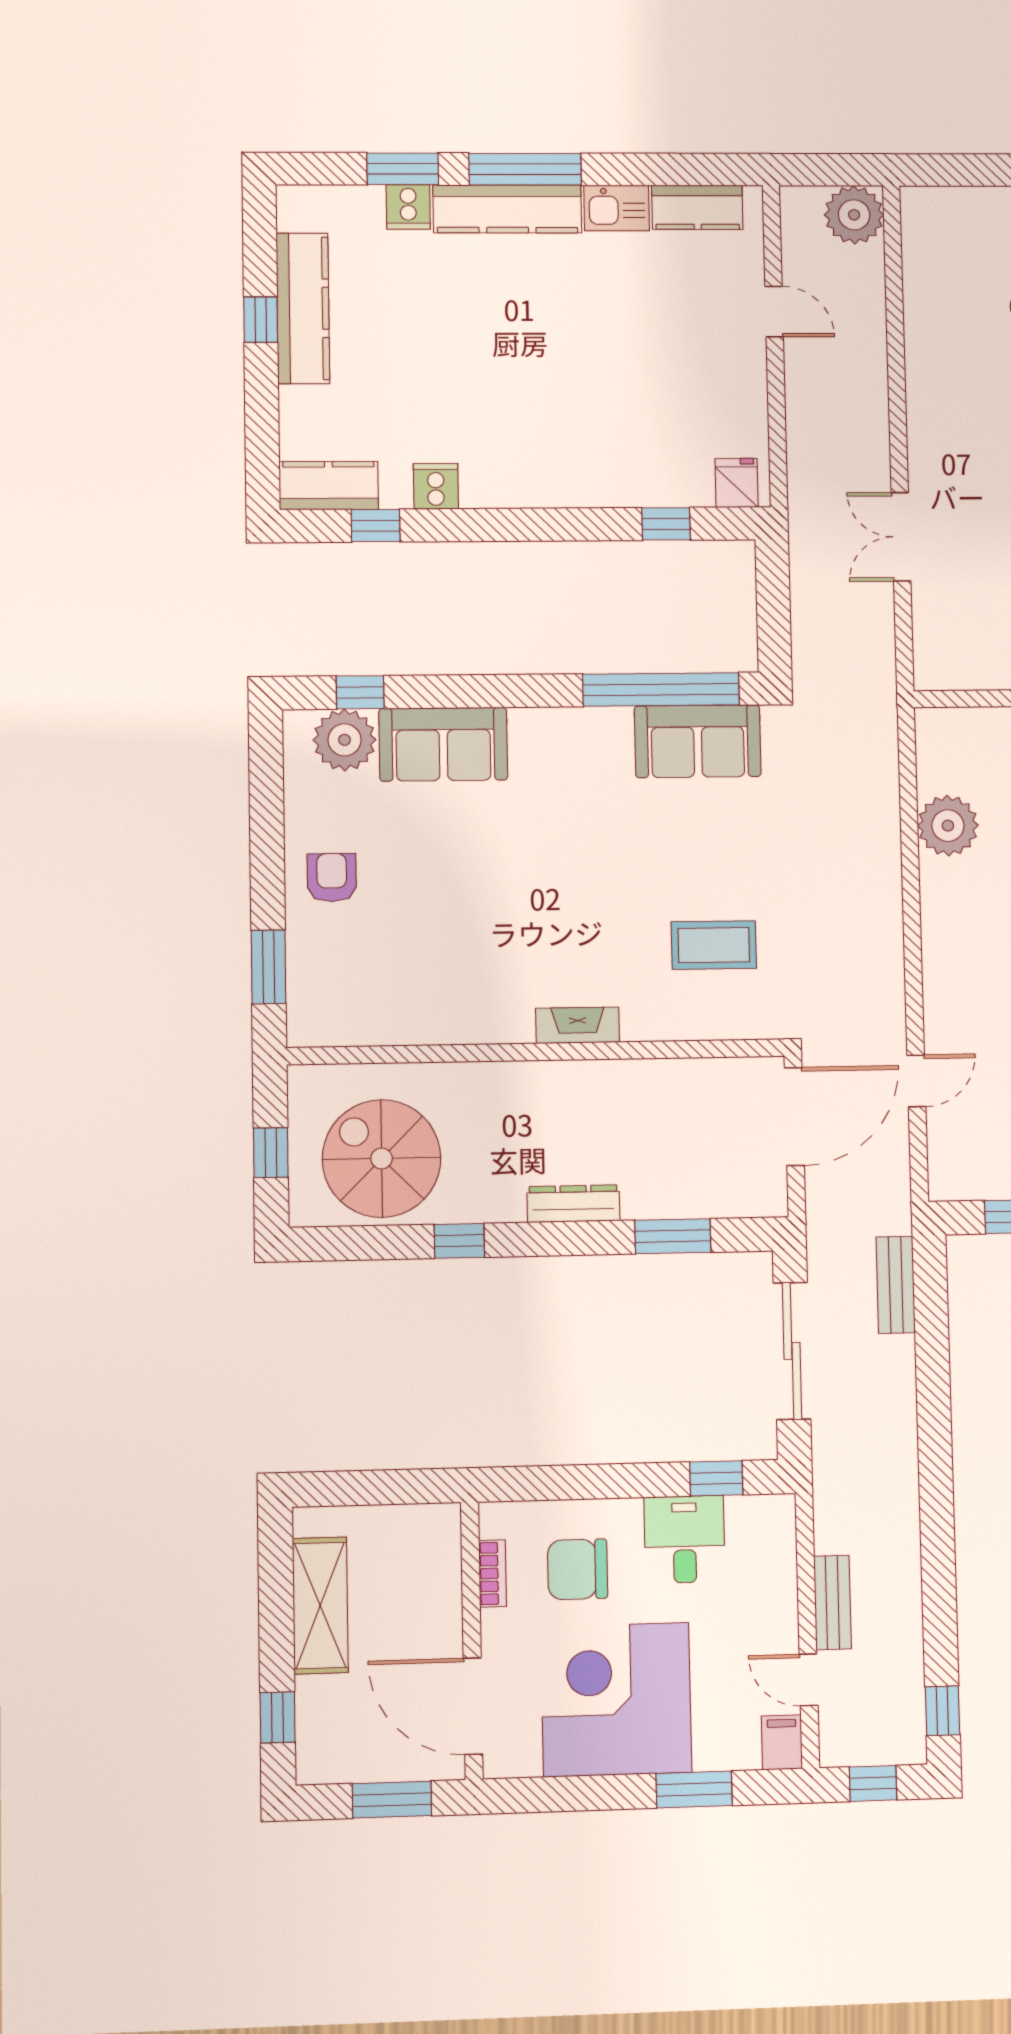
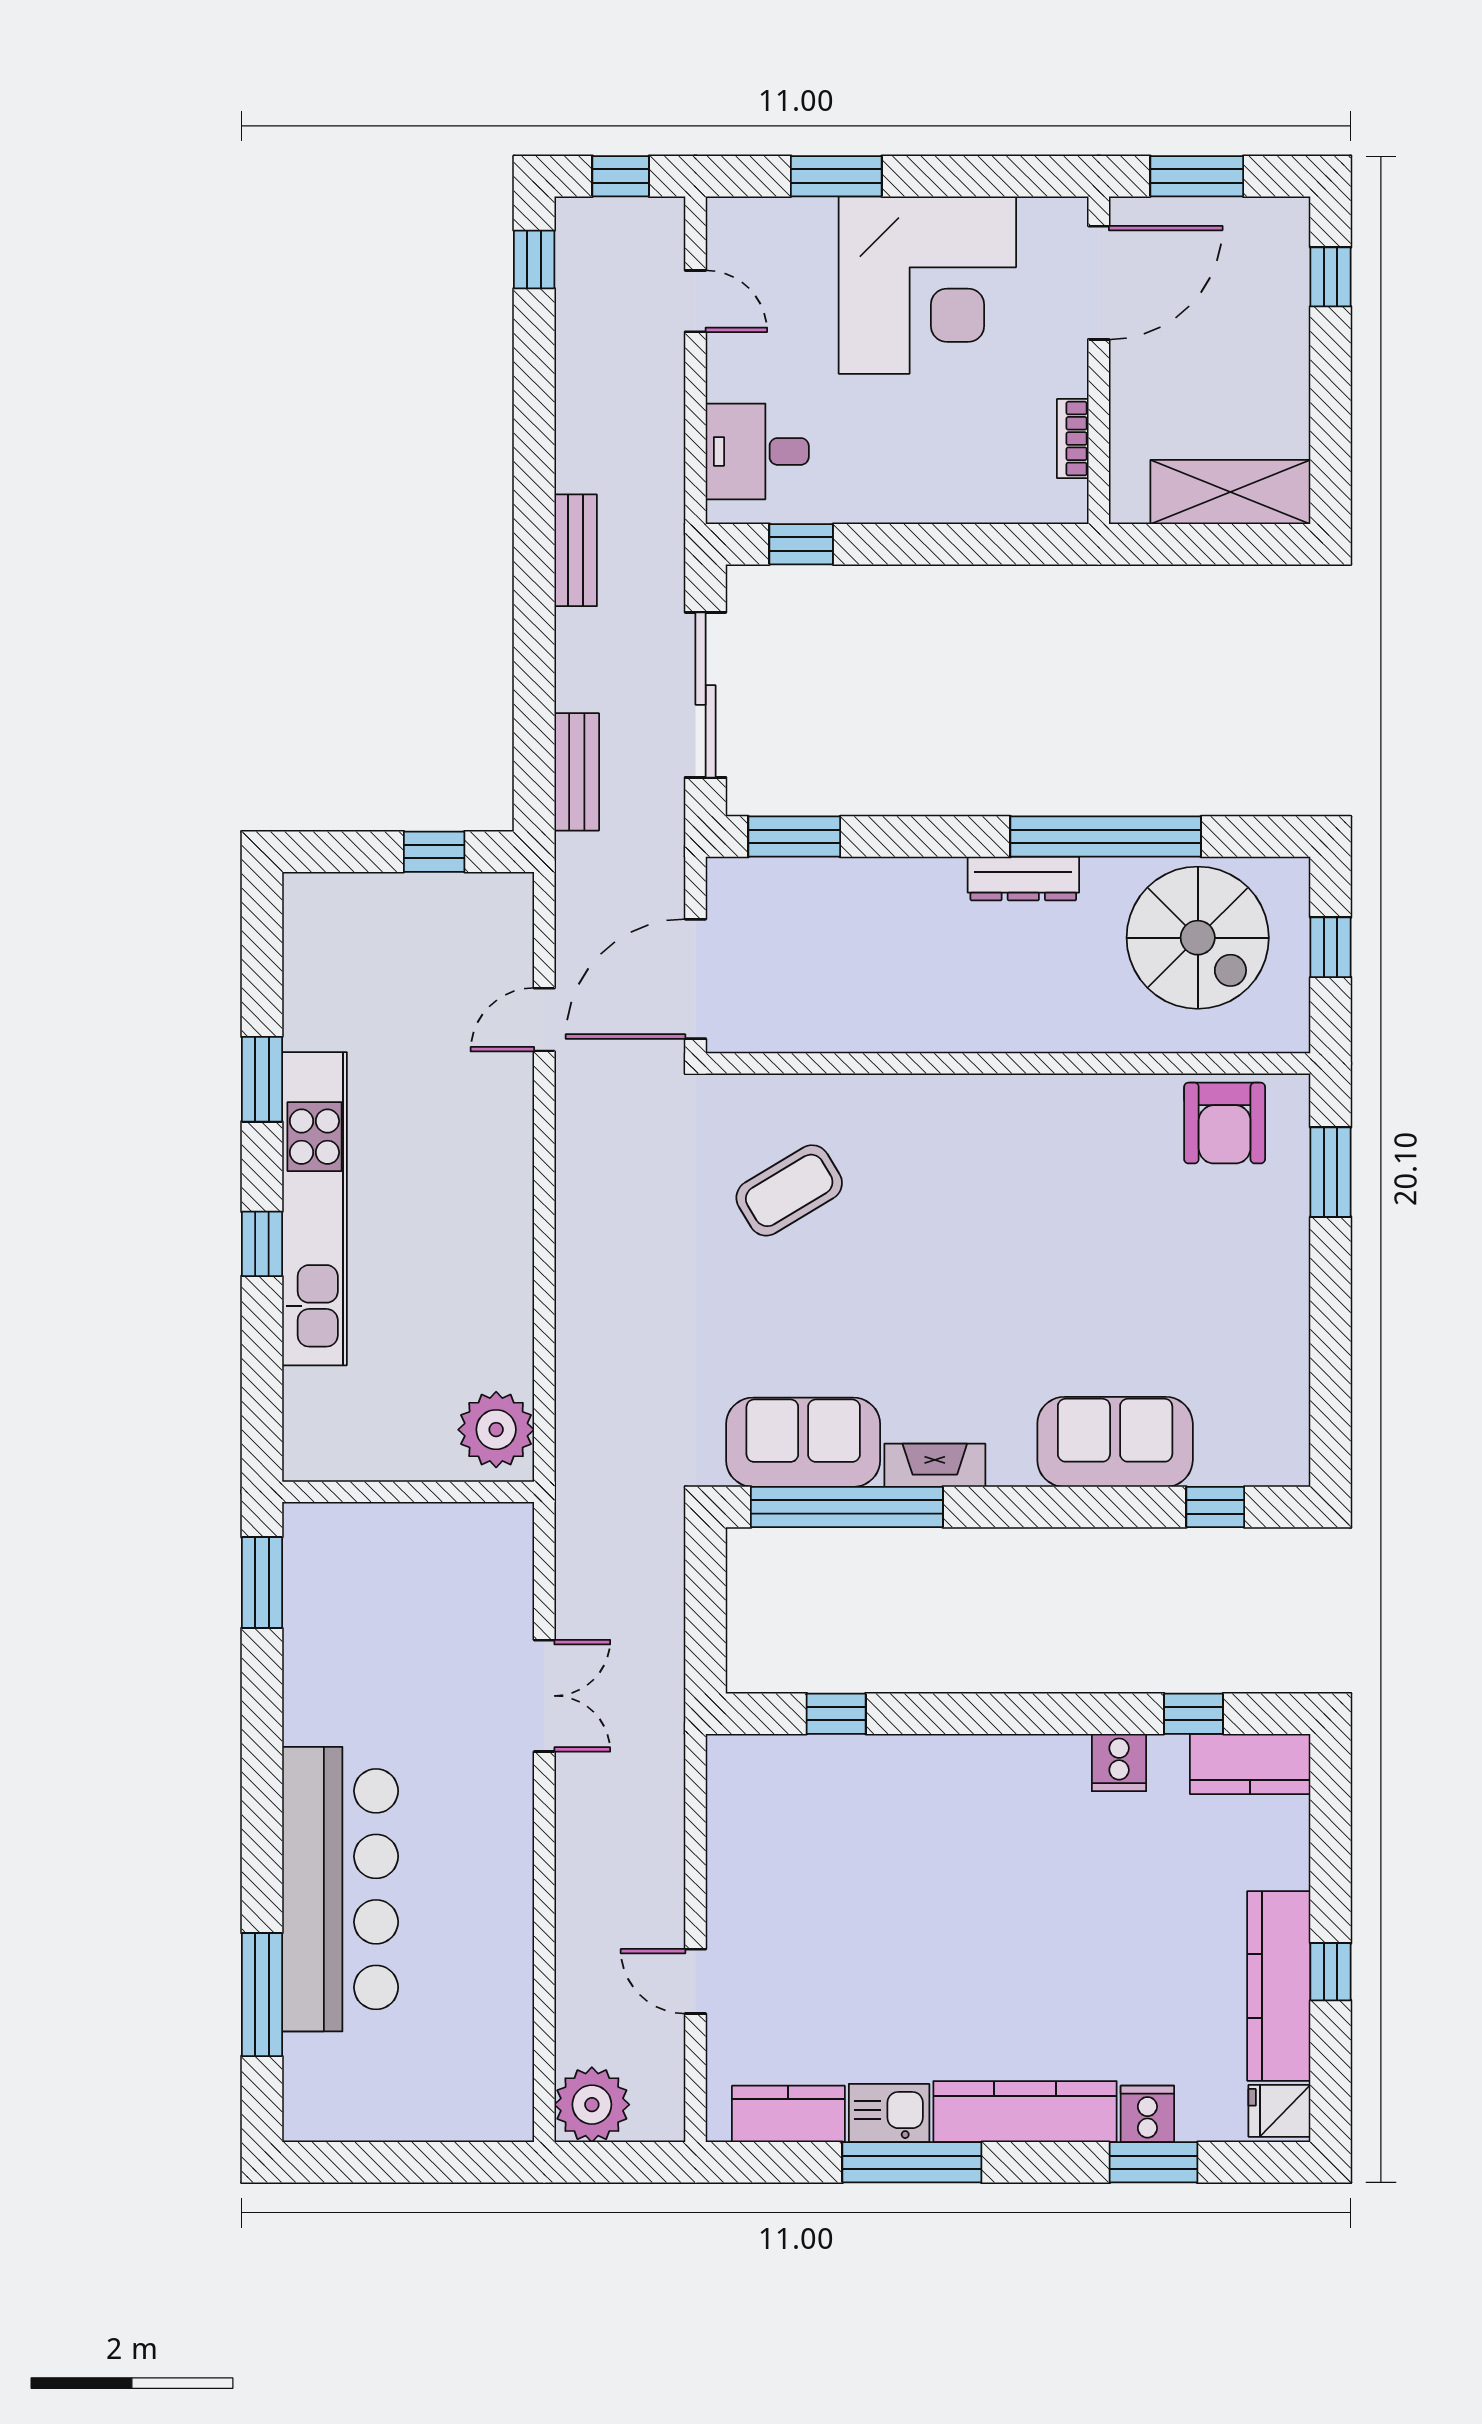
window: (525, 169) -> (912, 2162), moved
fridge: (737, 483) -> (1279, 2111), moved, turned 90
plant: (345, 740) -> (1235, 1449), removed
plant: (948, 826) -> (496, 1430), moved
armchair: (332, 878) -> (1225, 1123), moved, width x1.38, depth x1.38
coffee table: (714, 945) -> (789, 1190), turned -31
fireplace: (578, 1025) -> (935, 1465), moved, turned 180
dresser: (573, 1204) -> (1023, 879), moved
window: (673, 1236) -> (794, 837), moved
window: (459, 1241) -> (1106, 837), width x3.17
desk: (685, 1539) -> (757, 451), moved, turned 90
chair: (578, 1569) -> (971, 441), removed
bench: (833, 1603) -> (576, 550), moved
shelving: (320, 1605) -> (1230, 492), moved, turned 90
door: (473, 1706) -> (1099, 283), hinge flipped
filing cabinet: (782, 1742) -> (730, 228), removed

